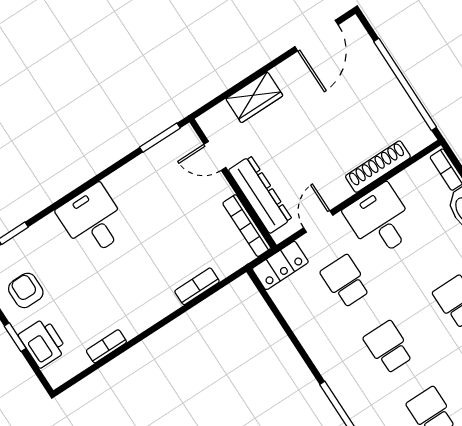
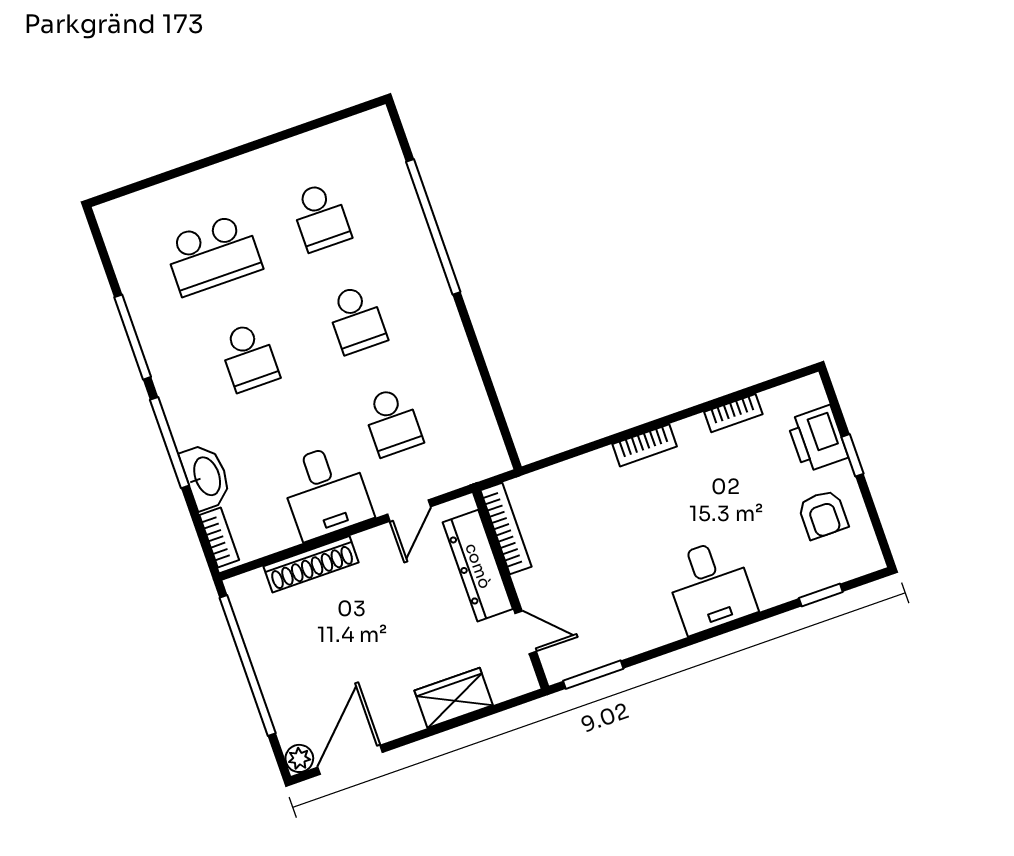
plant: (353, 28) -> (299, 758), added
locker: (280, 265) -> (474, 464), removed
bookcase: (197, 286) -> (645, 445), moved

